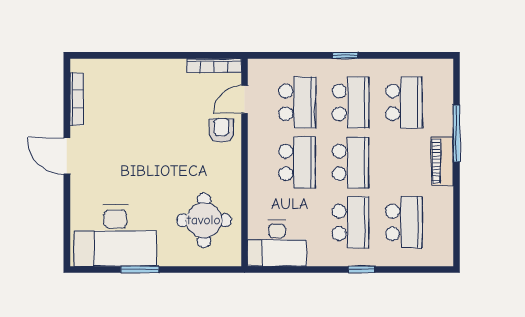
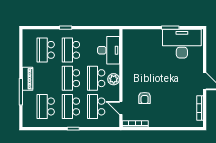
door: (245, 99) -> (121, 108), swing flipped
armchair: (221, 131) -> (145, 98), moved
plant: (260, 160) -> (114, 79), added
round table: (204, 220) -> (140, 51), removed
desk: (277, 243) -> (109, 50), moved, turned 90

